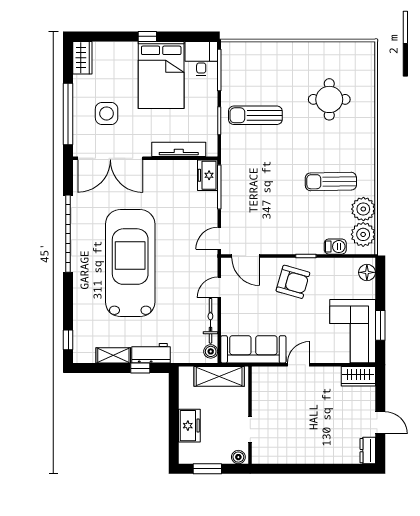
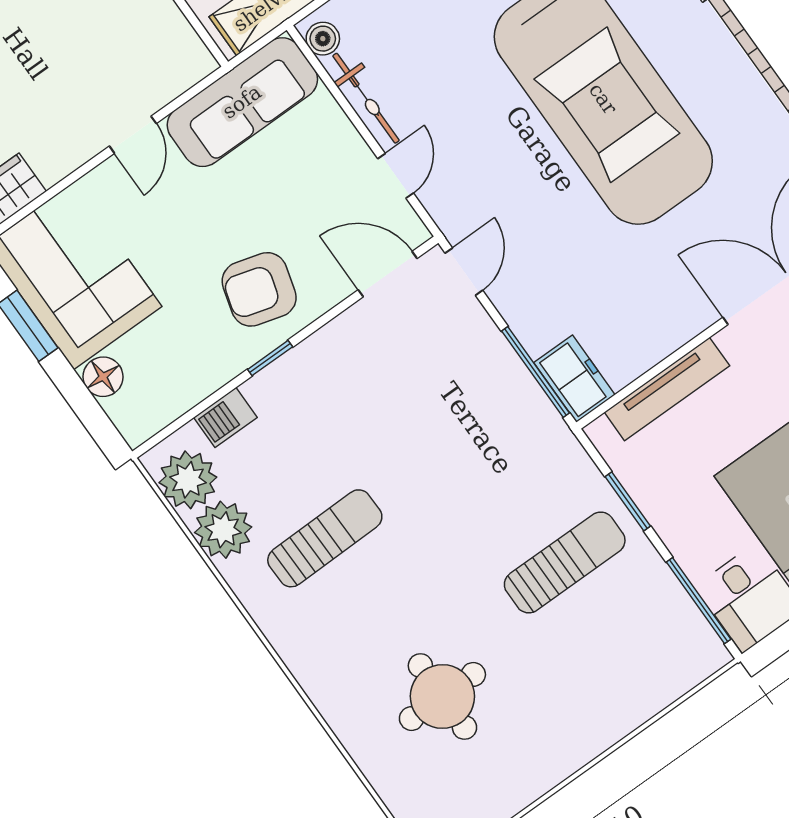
floor lamp: (367, 272) -> (103, 377), moved

